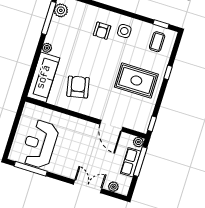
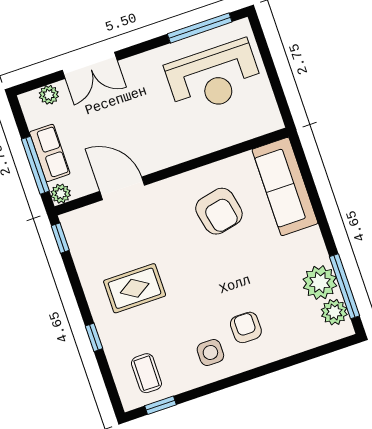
plant: (47, 48) -> (320, 282), moved, width x1.88, depth x1.88
rug: (136, 81) -> (135, 288), width x0.73, depth x0.70
reception desk: (40, 144) -> (214, 77), turned 90

